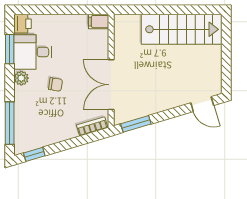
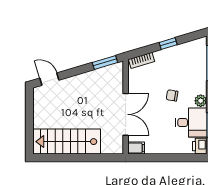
double door: (111, 85) -> (126, 114), moved
window: (34, 154) -> (168, 44), moved

